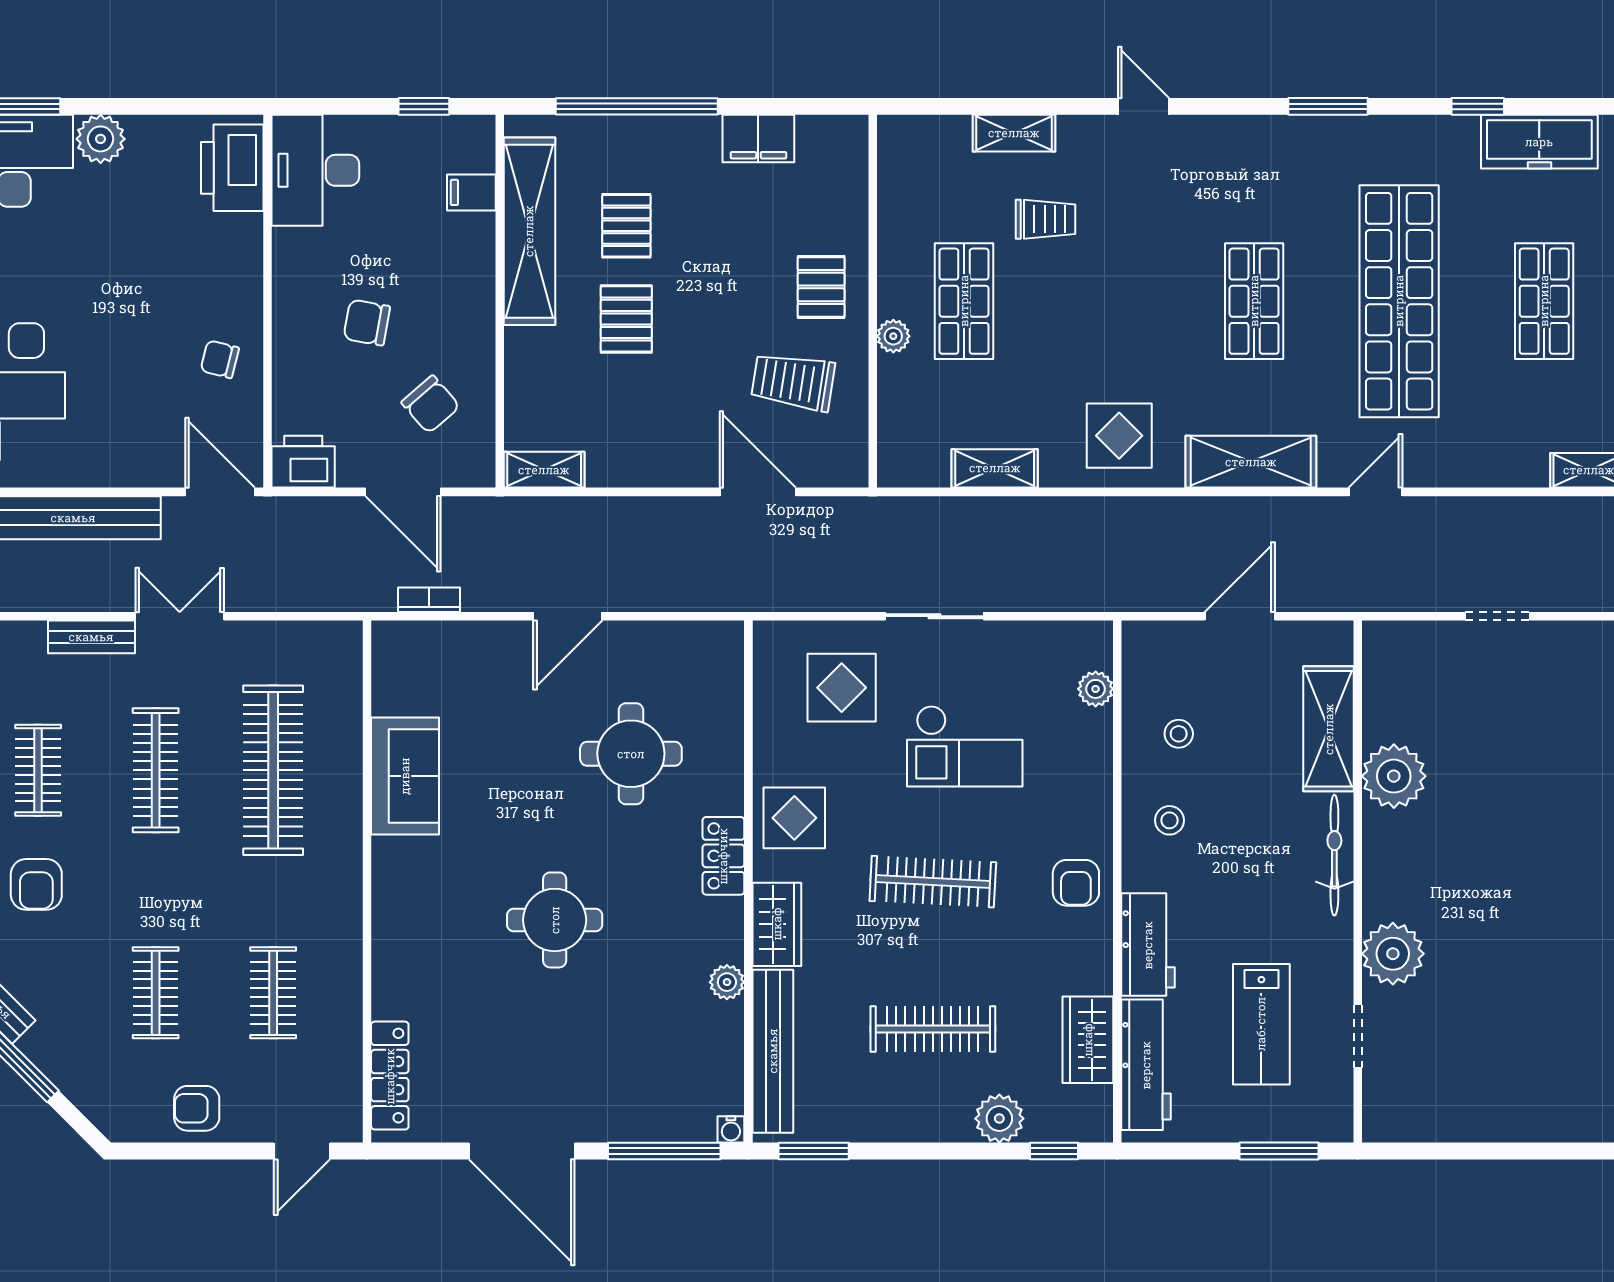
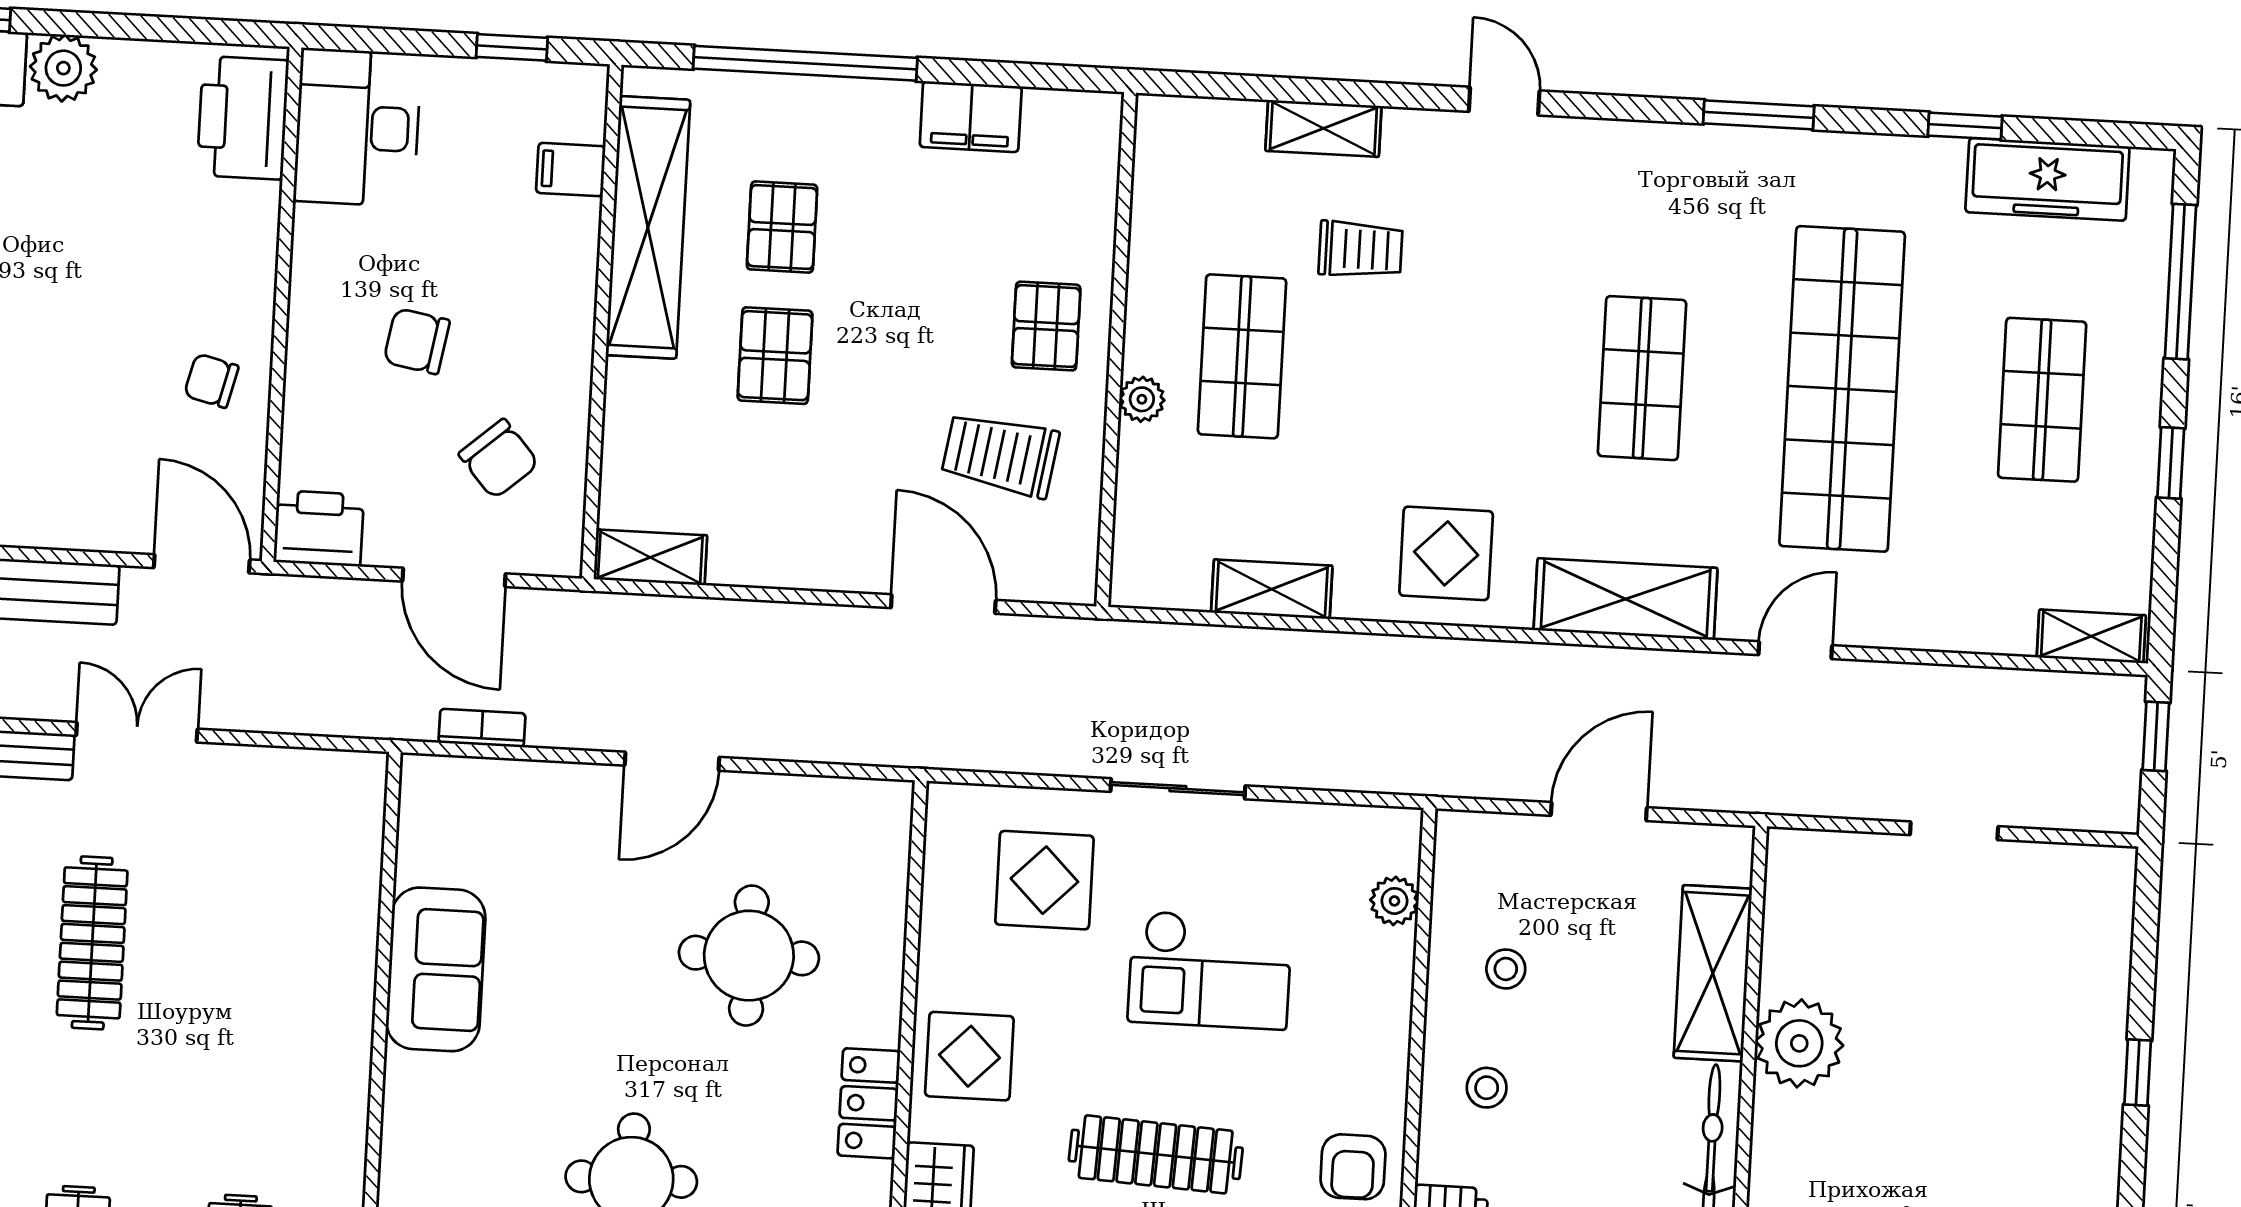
clothes rail: (273, 770) -> (254, 952), removed

